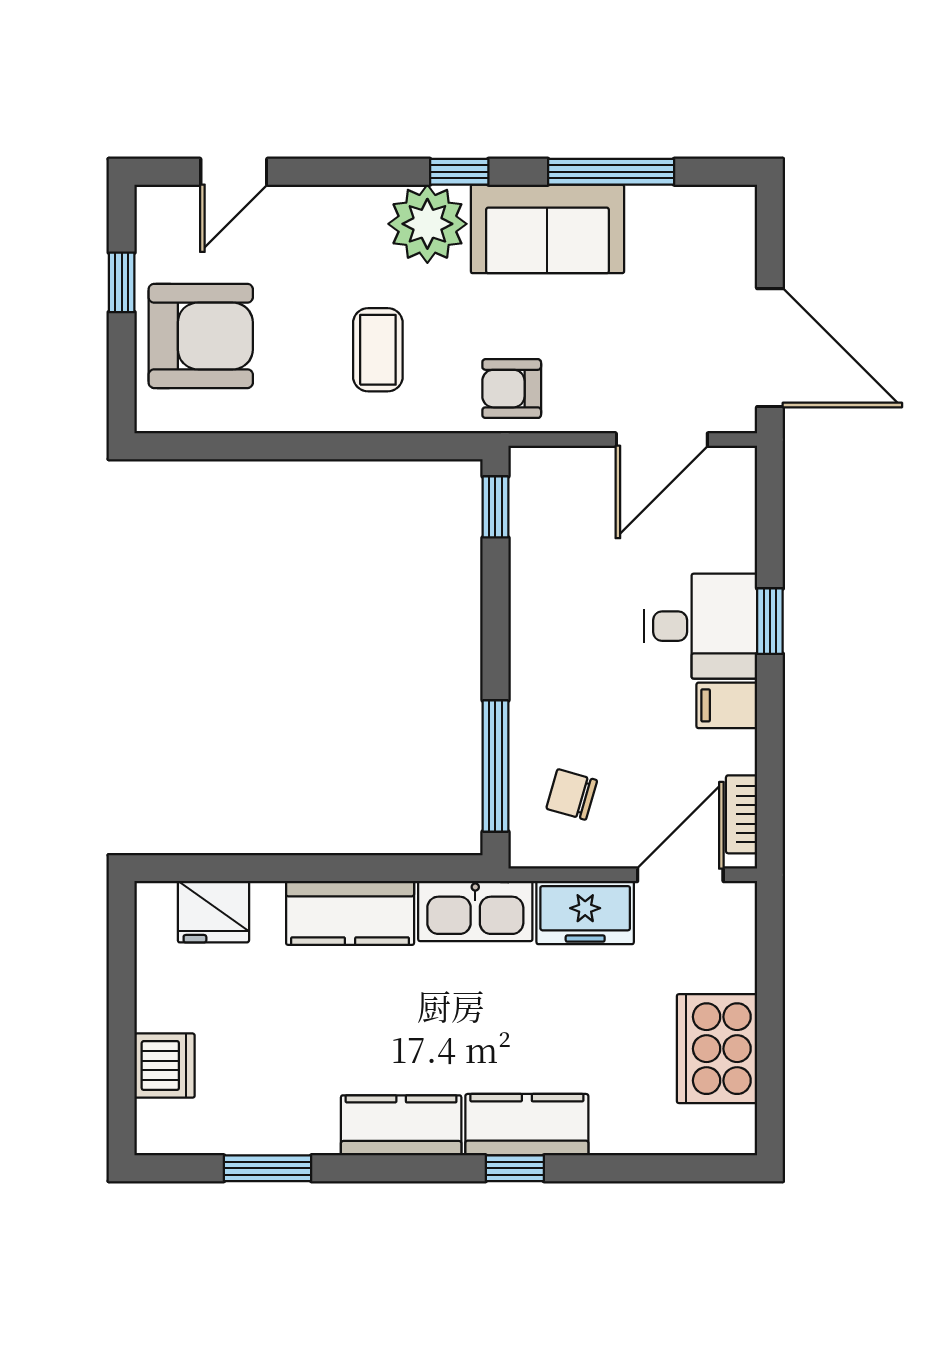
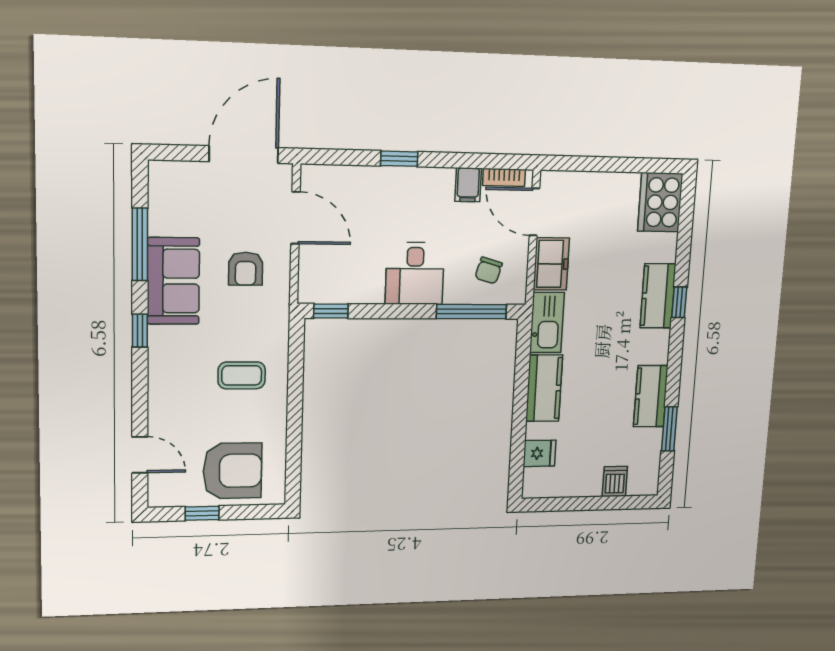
plant: (427, 224) -> (170, 348), removed
armchair: (201, 336) -> (232, 471), turned 90
armchair: (512, 389) -> (246, 269), moved
desk: (701, 626) -> (415, 274), moved, turned 180
filing cabinet: (727, 705) -> (468, 185), moved
fridge: (213, 912) -> (540, 453), width x0.72
cooker: (717, 1049) -> (660, 202), moved, turned 90
dishwasher: (165, 1066) -> (615, 481), width x0.73
kitchen counter: (401, 1125) -> (651, 396), moved

